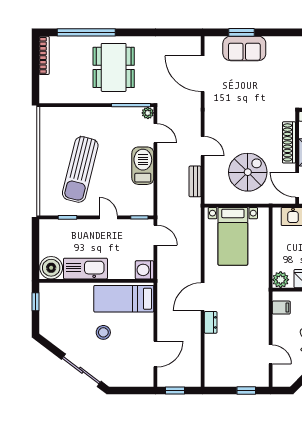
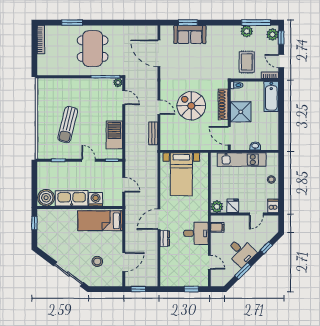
window: (86, 32) -> (72, 23), width x0.47
barbecue: (143, 166) -> (114, 135), moved
sun lounger: (80, 169) -> (68, 125), width x0.73, depth x0.75
spiral stairs: (248, 172) -> (191, 106), moved, turned -90
door: (155, 235) -> (124, 185), moved
washing machine: (145, 270) -> (96, 199), moved, turned 90
desk: (253, 316) -> (196, 233), added
stool: (103, 332) -> (97, 261), moved

